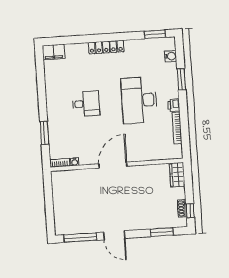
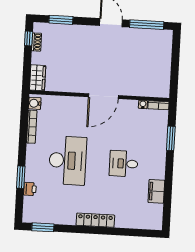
filing cabinet: (54, 52) -> (156, 191), moved, turned -90
water cooler: (171, 56) -> (35, 103), moved
printer: (174, 105) -> (30, 189), moved

